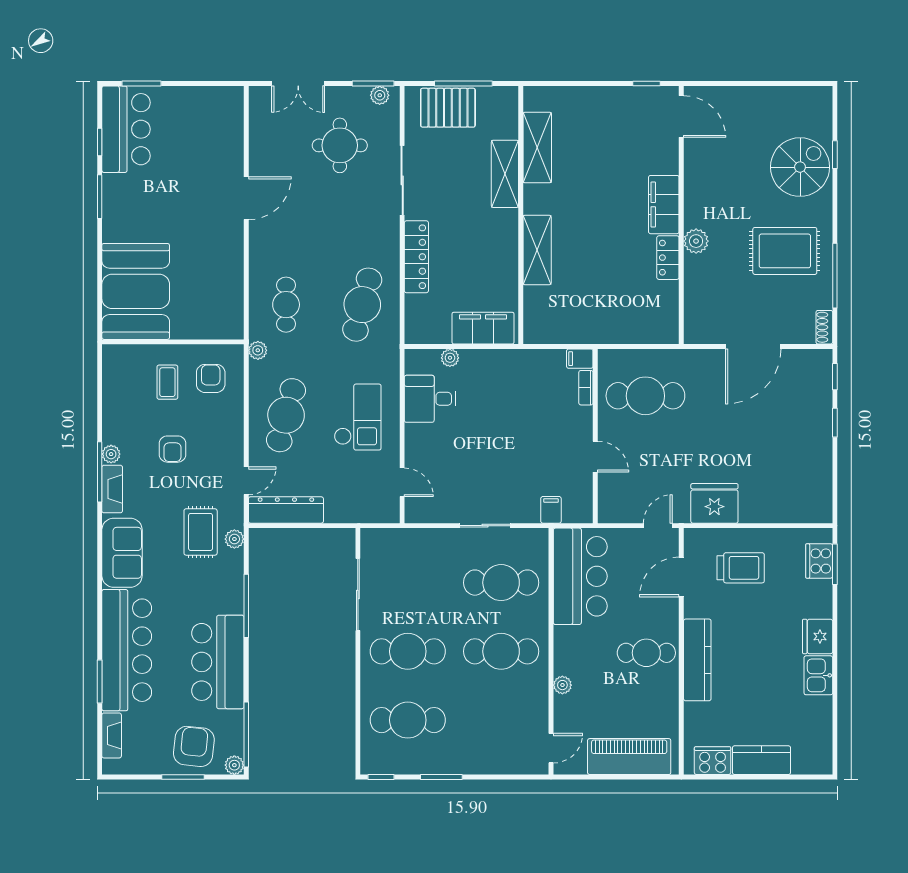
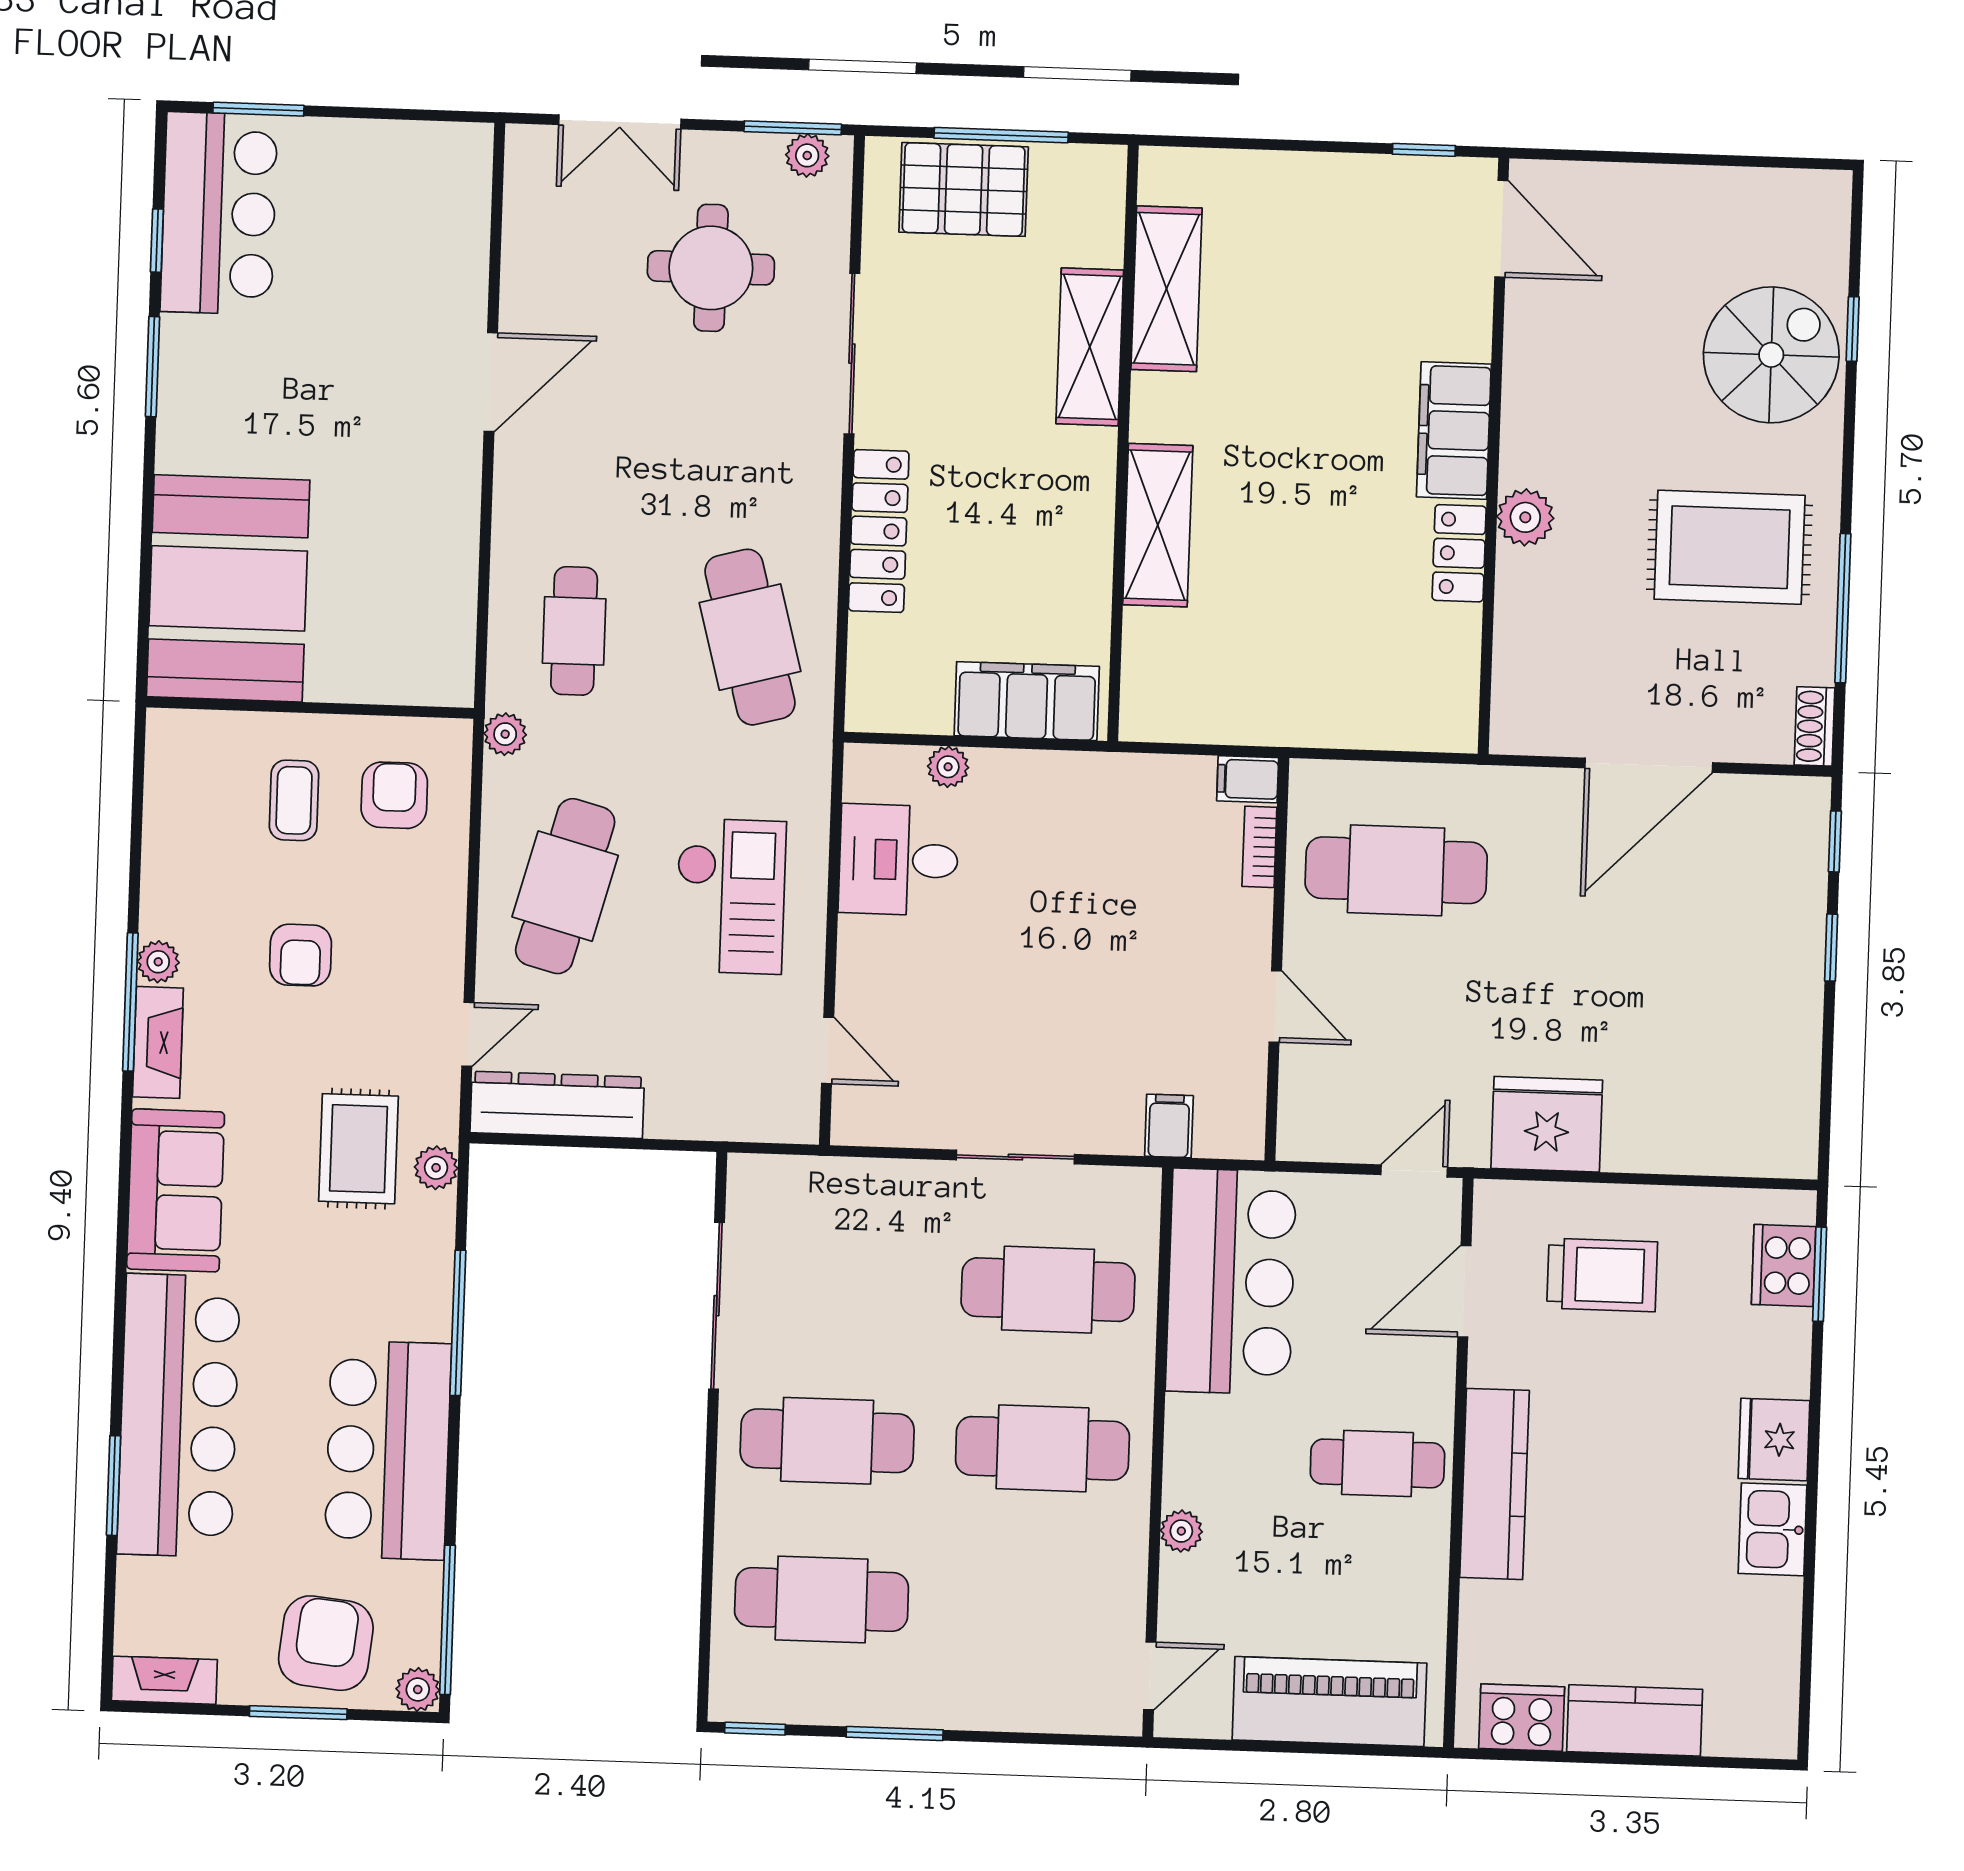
cafe table: (362, 305) -> (750, 637), turned -30
fireplace: (112, 735) -> (164, 1680), moved, turned -90

